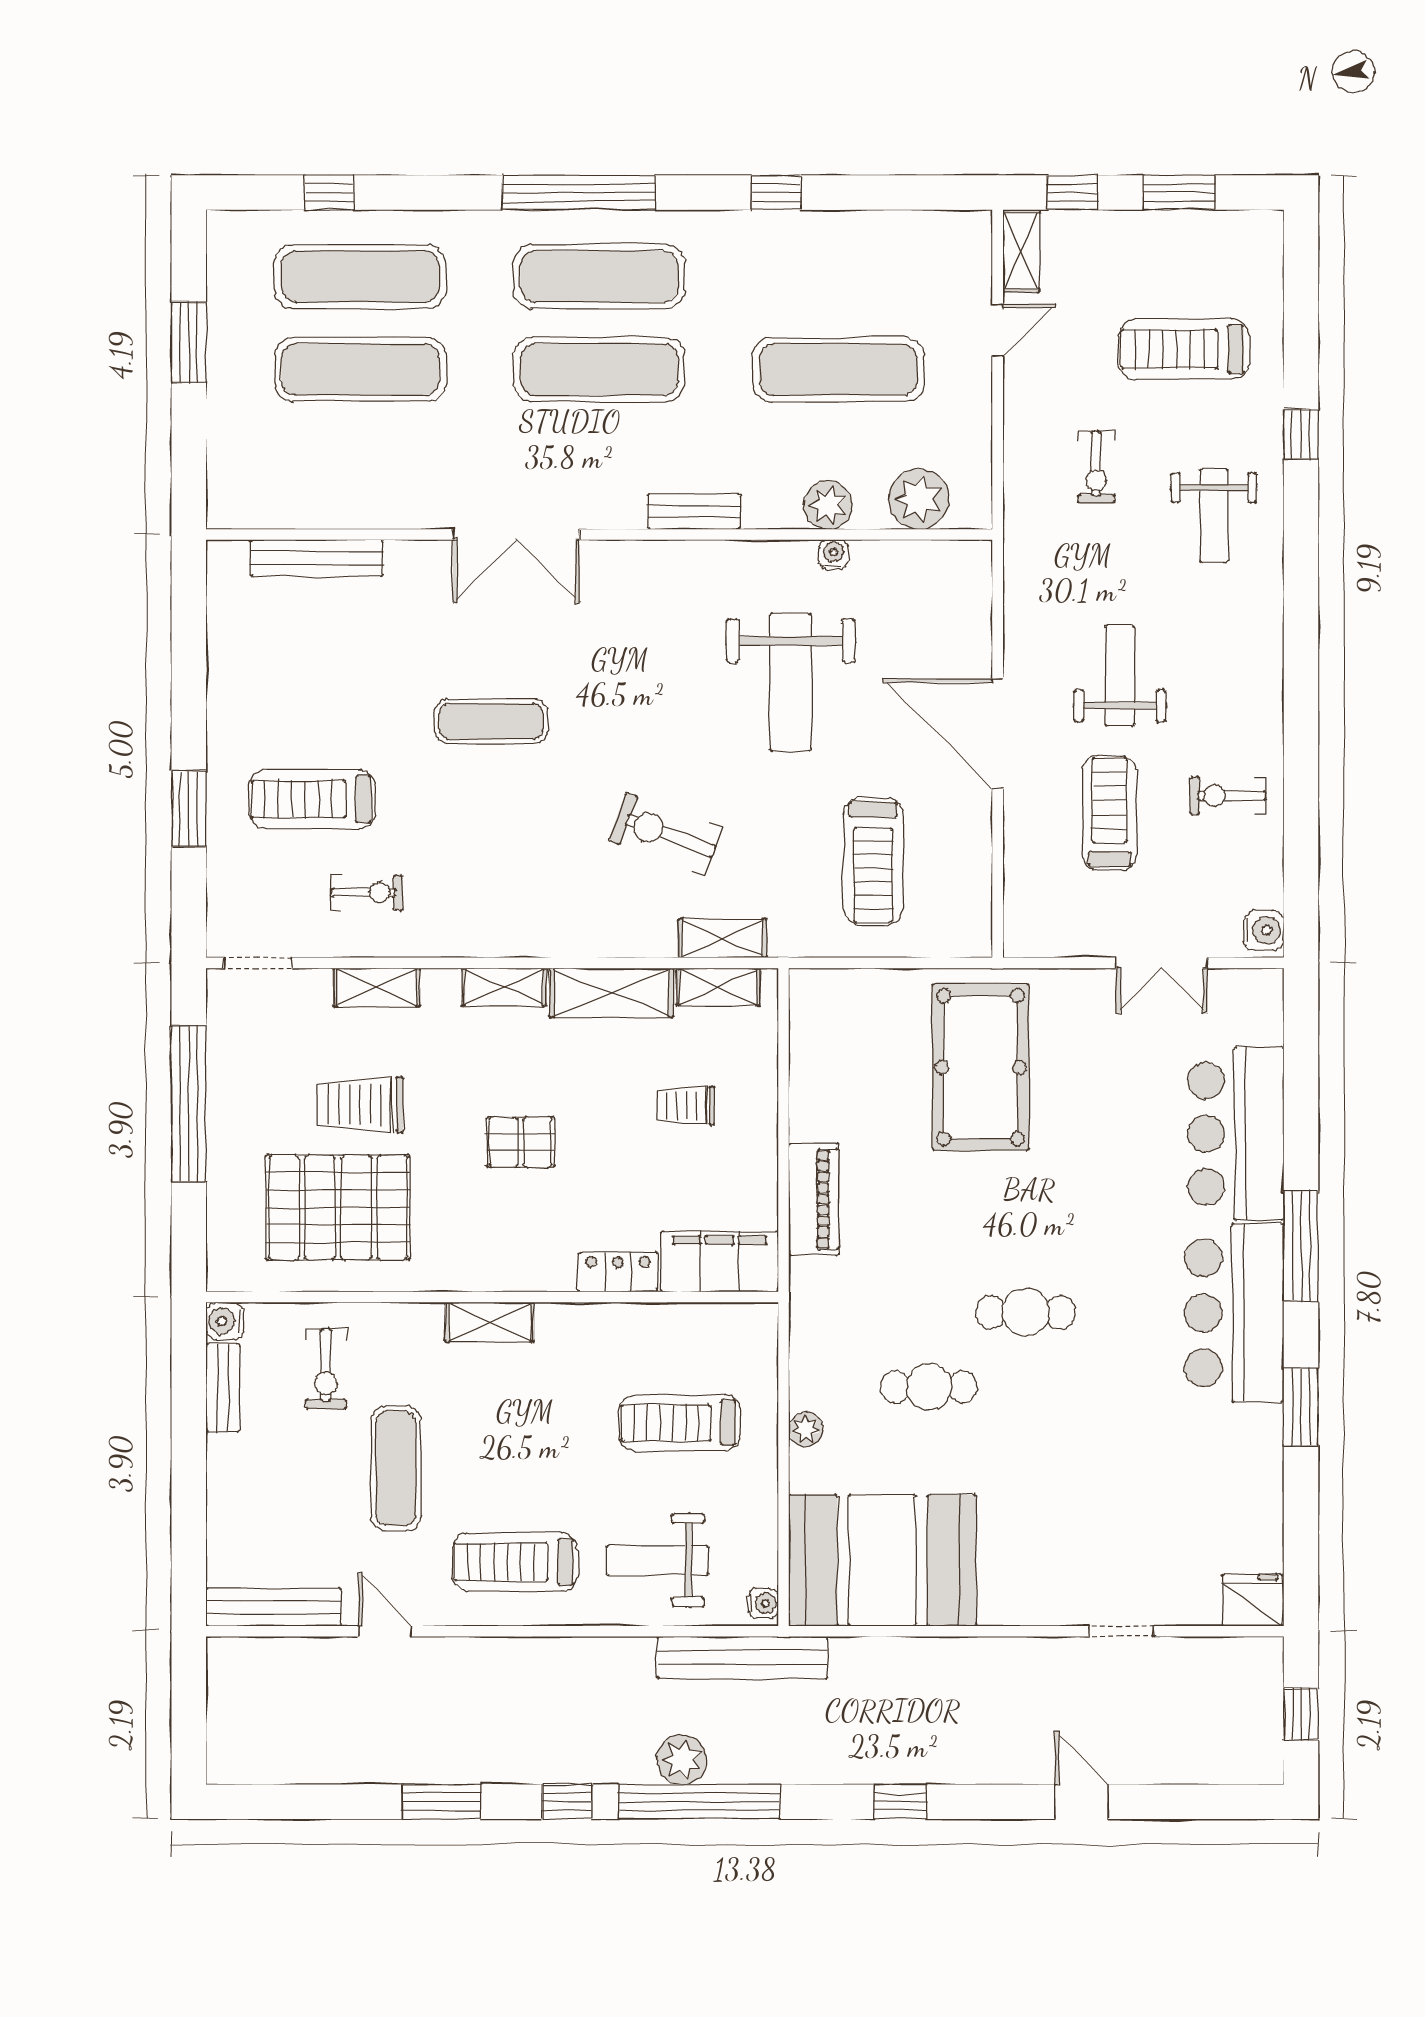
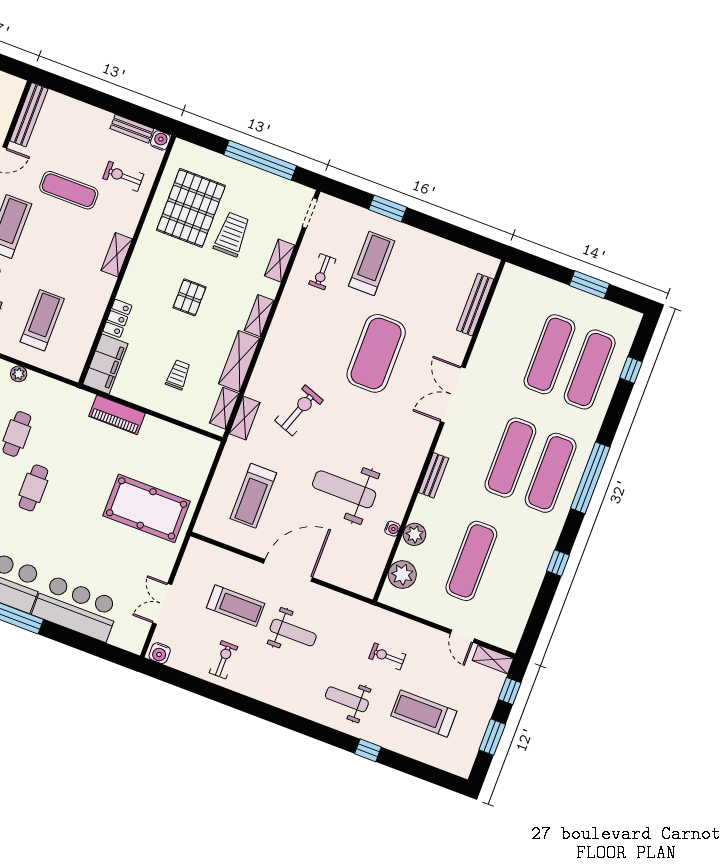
treadmill: (1184, 349) -> (424, 714), turned -90
exercise mat: (491, 721) -> (376, 353), width x2.00, depth x1.45
treadmill: (873, 861) -> (253, 496), turned -90

